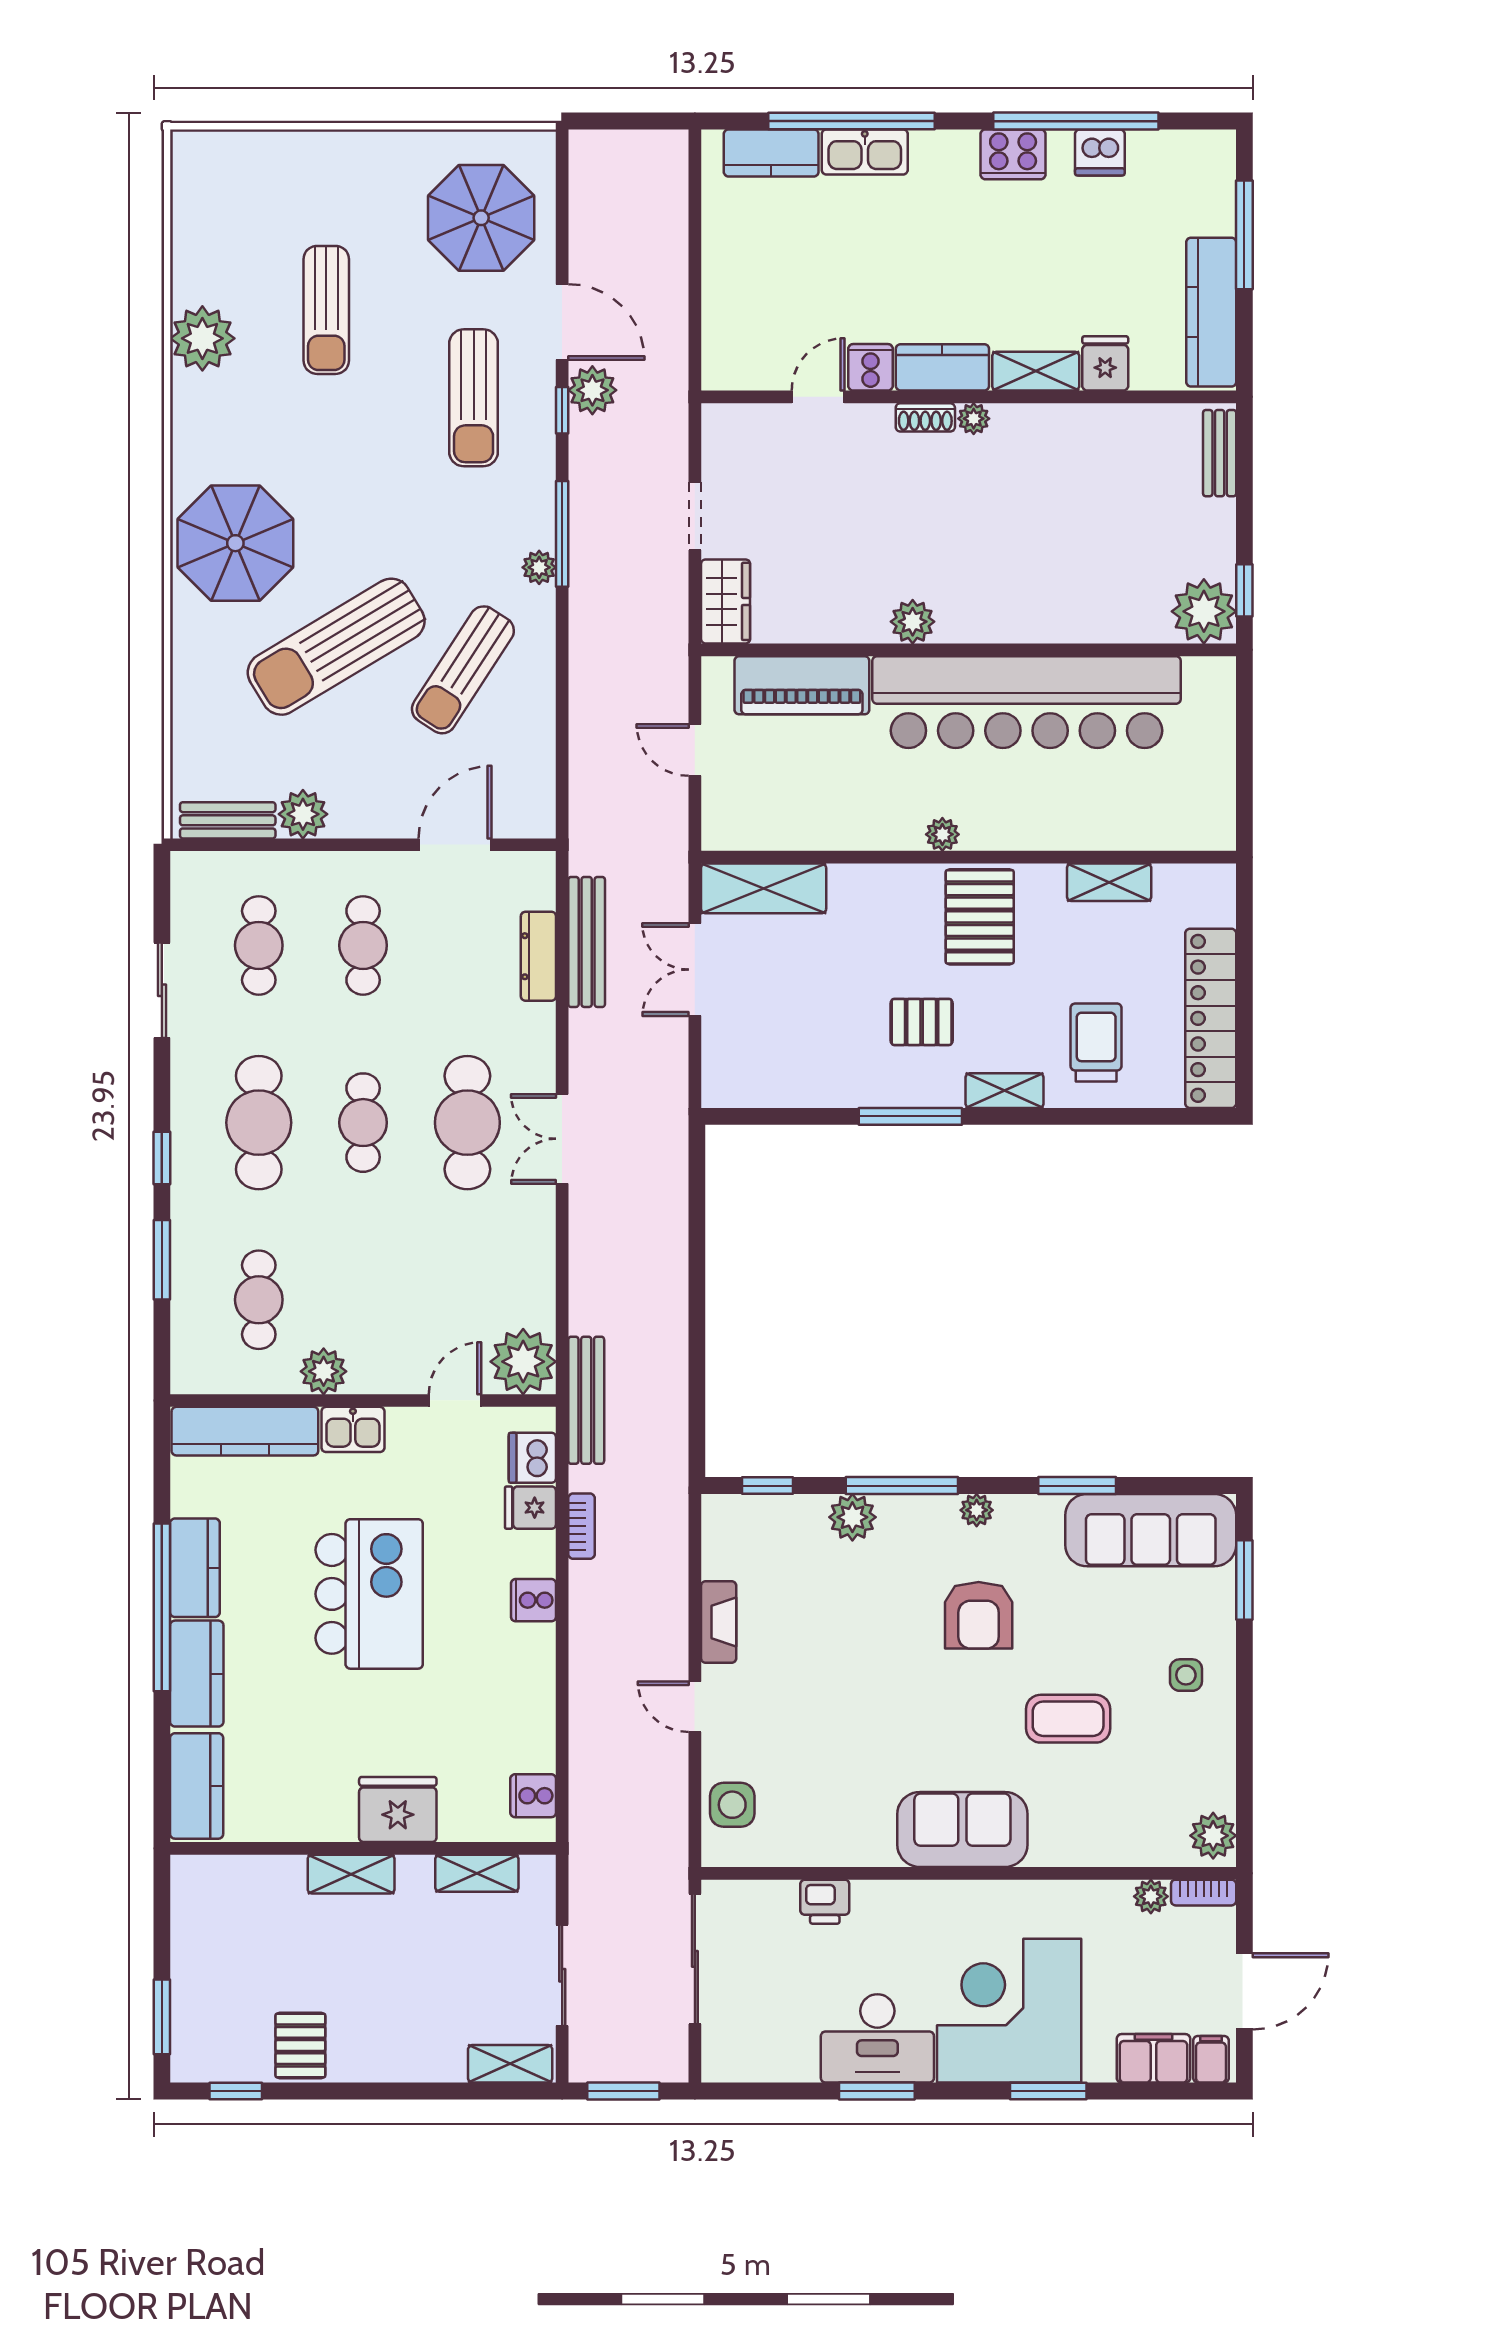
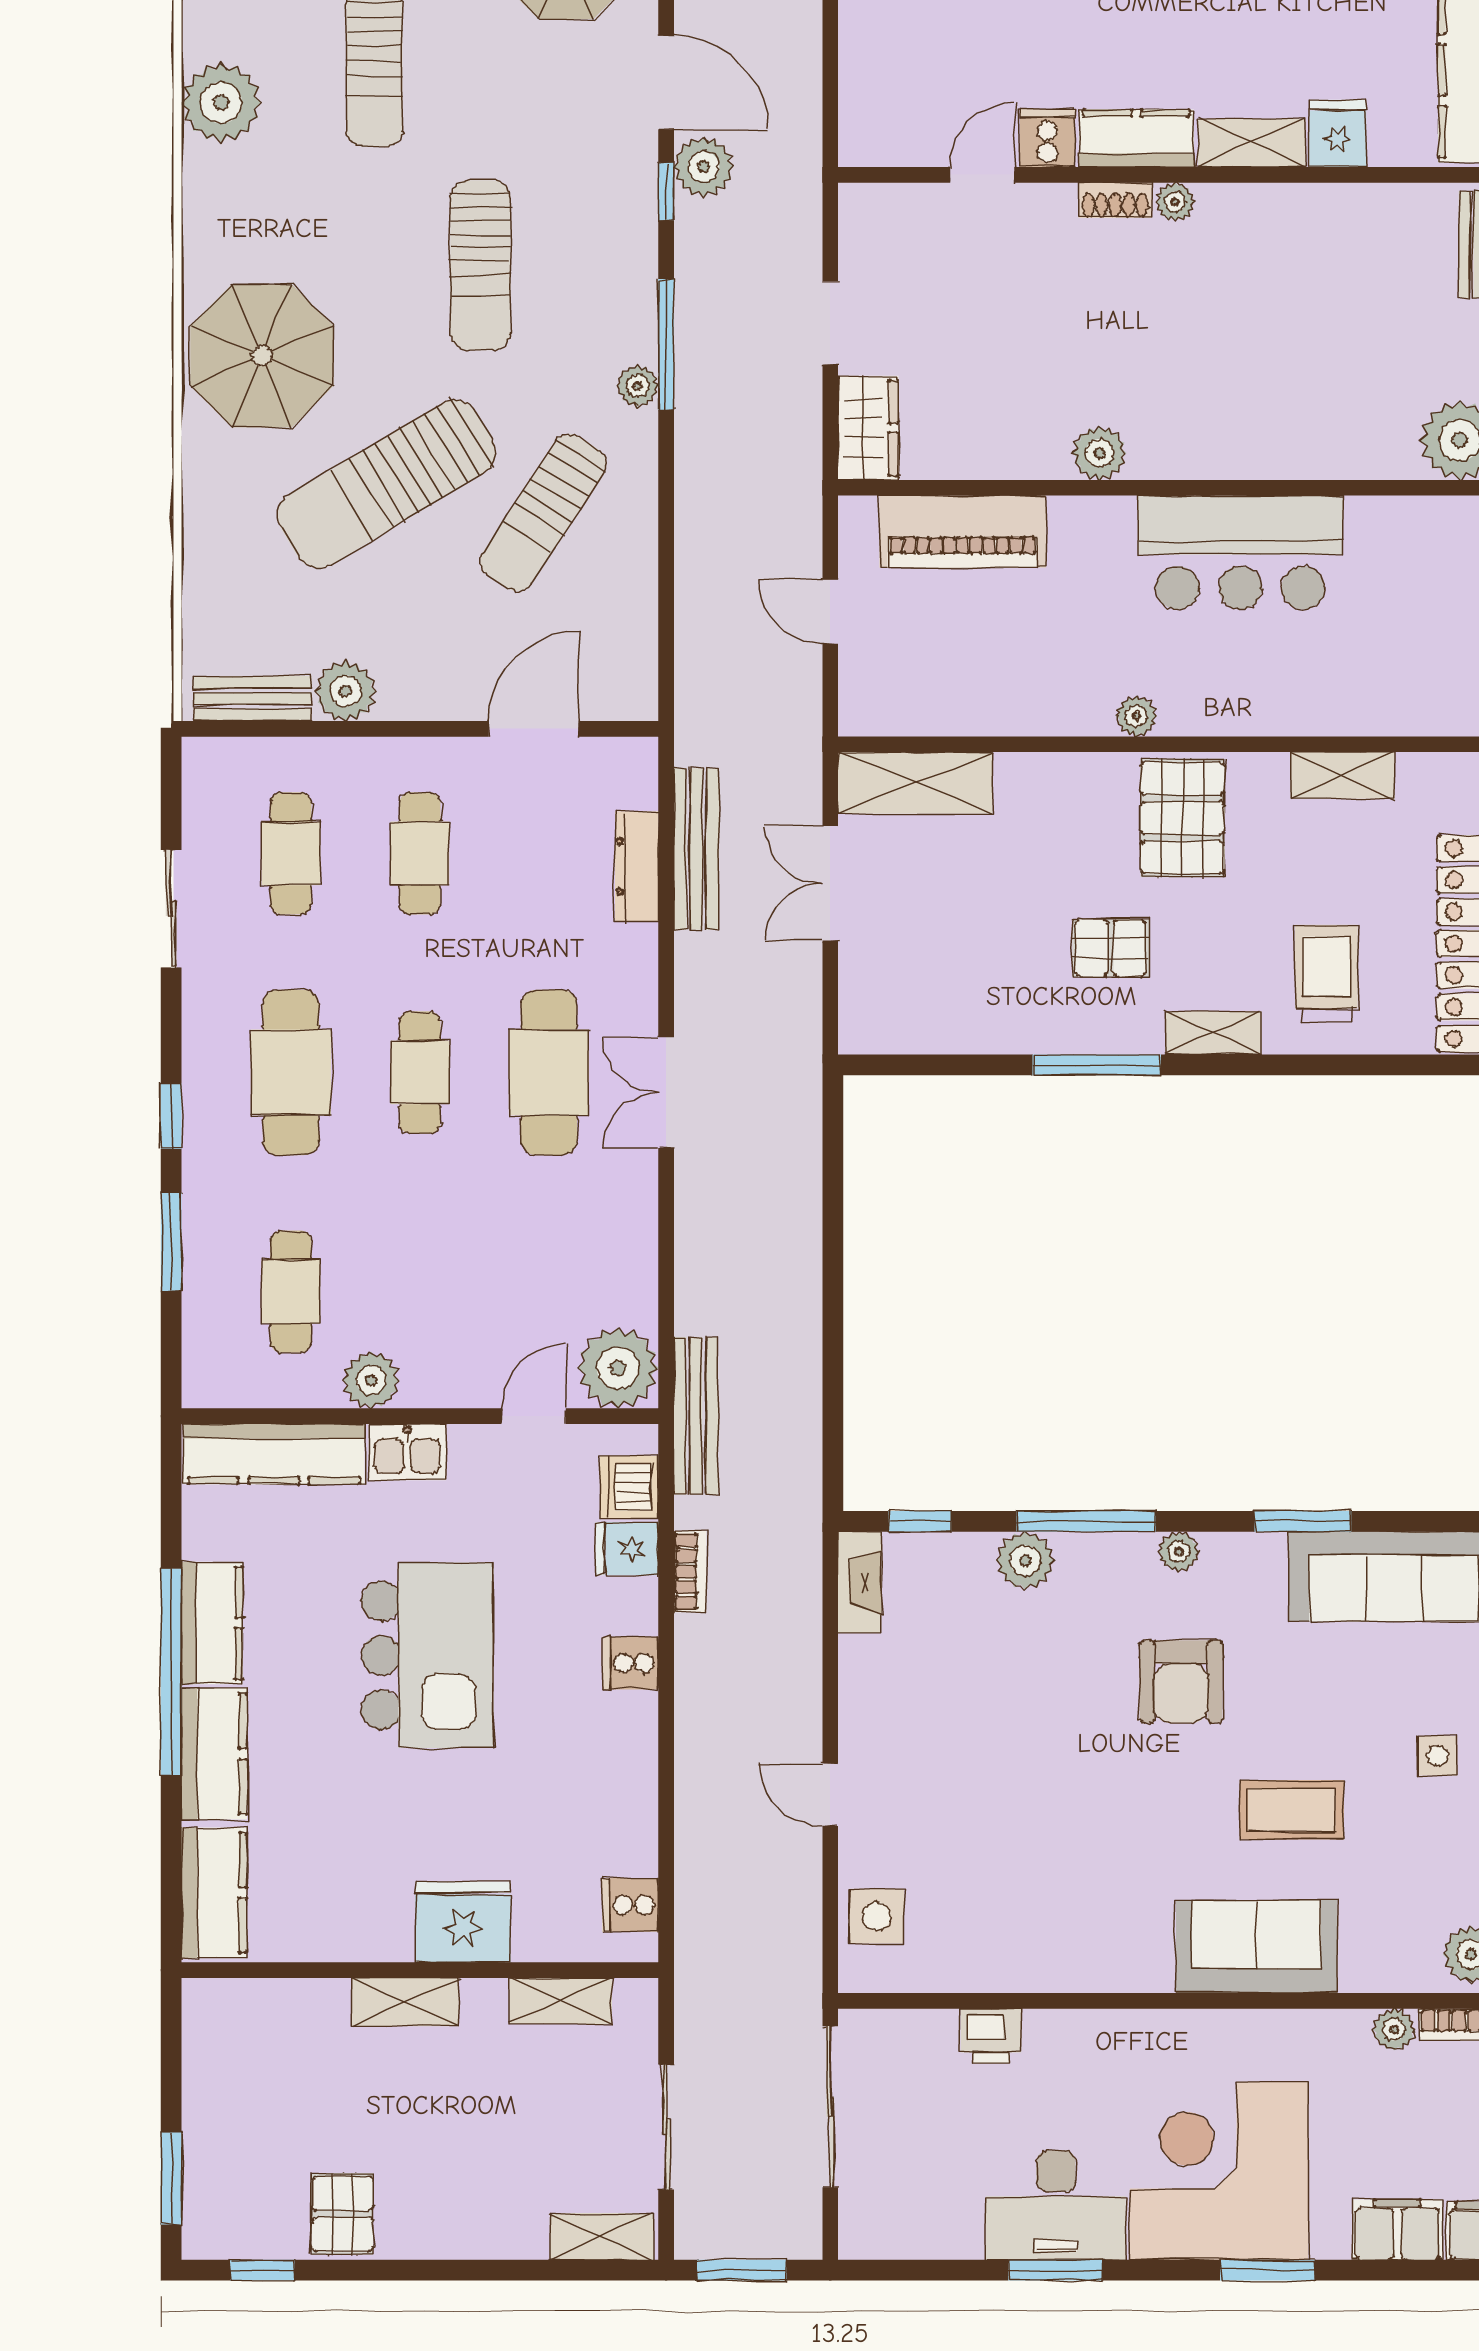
sun lounger: (474, 398) -> (480, 265), moved
bar counter: (1027, 702) -> (1240, 552), width x0.54
fireplace: (719, 1622) -> (860, 1582), moved
sofa: (962, 1829) -> (1257, 1947), moved

